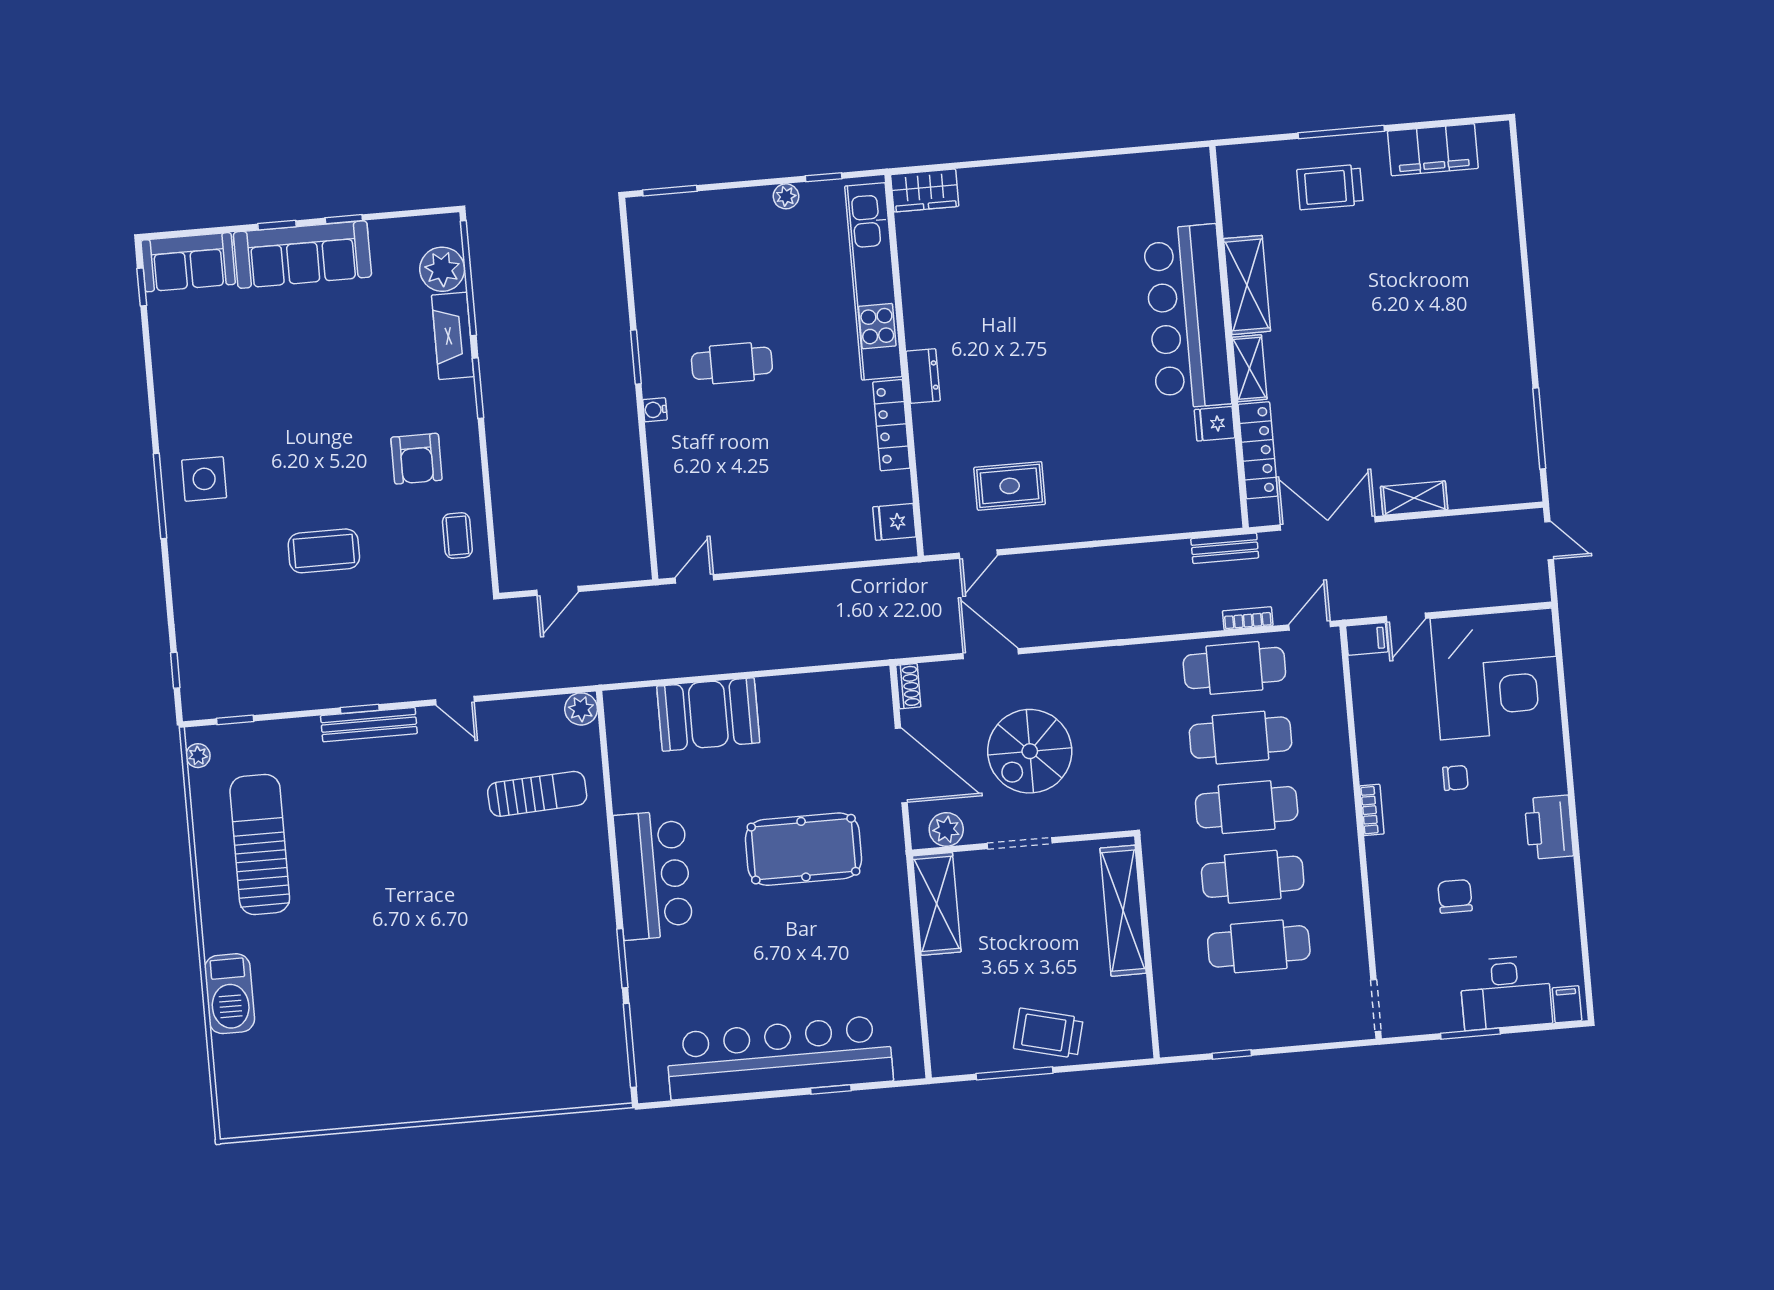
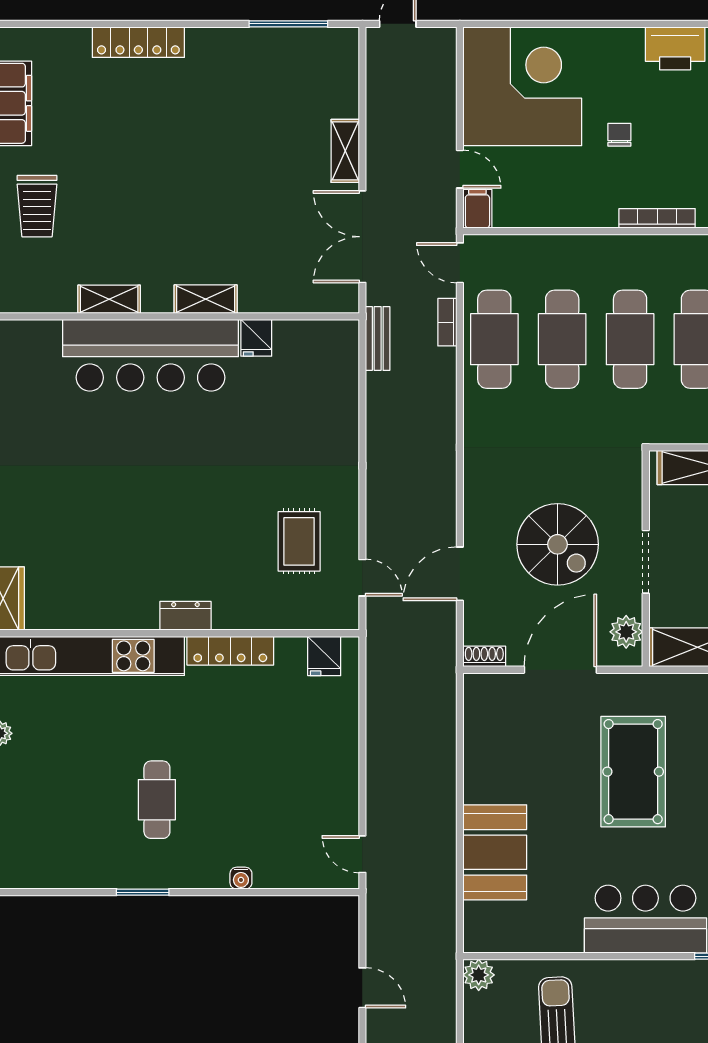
shelving: (1247, 285) -> (109, 299), width x0.67, depth x0.75
water cooler: (655, 410) -> (241, 878), moved
locker: (1258, 450) -> (138, 42), moved, turned 180
bookcase: (1372, 810) -> (657, 218), width x1.56

